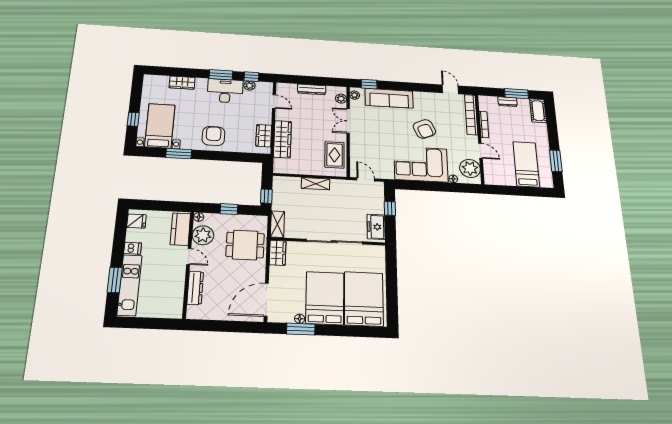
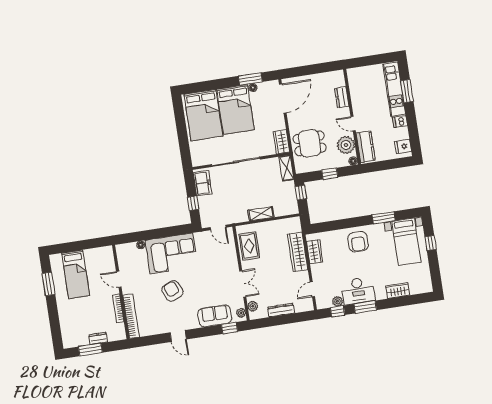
door: (450, 89) -> (178, 336), moved
sofa: (389, 98) -> (215, 316), width x0.73
door: (274, 102) -> (312, 289), hinge flipped
cot: (538, 111) -> (68, 335), removed
plant: (470, 168) -> (127, 259), removed
dresser: (195, 288) -> (342, 97), width x0.70

